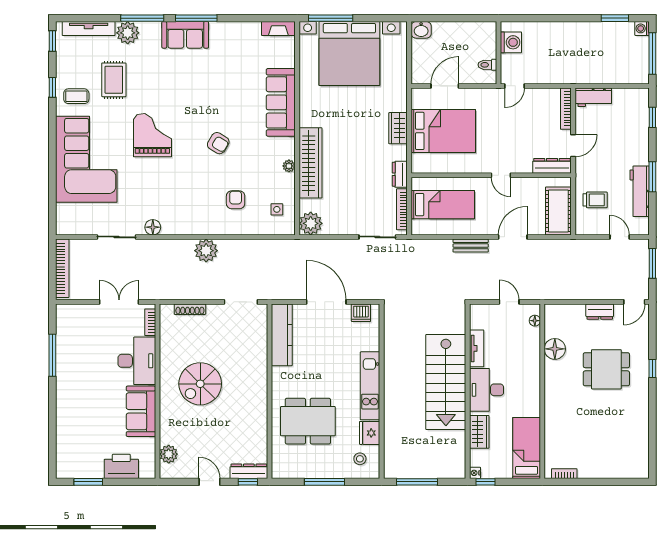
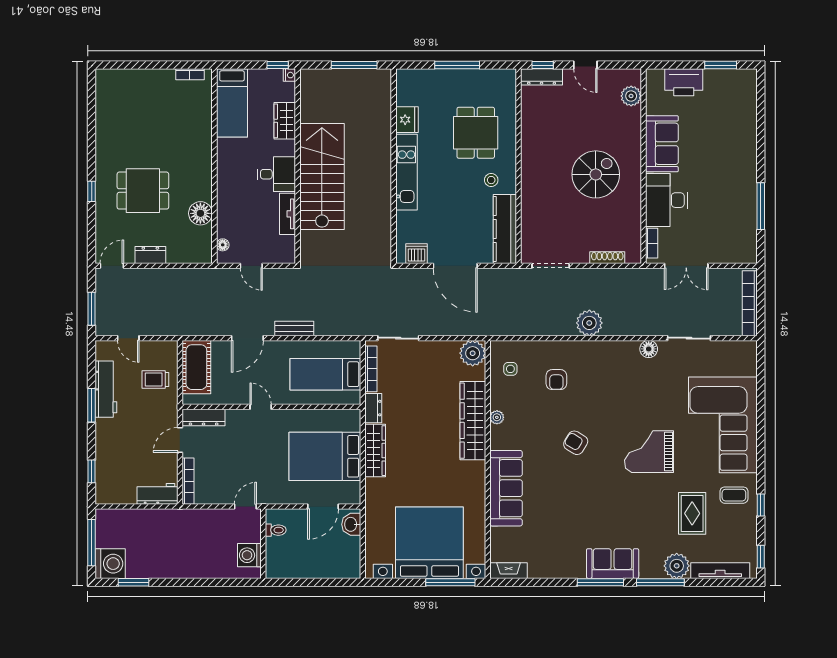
washing machine: (642, 28) -> (110, 564), width x1.89, depth x1.89
washbasin: (421, 30) -> (351, 524), moved, turned -90
wardrobe: (398, 128) -> (375, 451), width x1.50
grand piano: (152, 135) -> (649, 452), turned 90
desk: (487, 390) -> (277, 174), width x0.73
dining table: (308, 421) -> (476, 133), width x0.73
stool: (360, 459) -> (491, 180), moved

